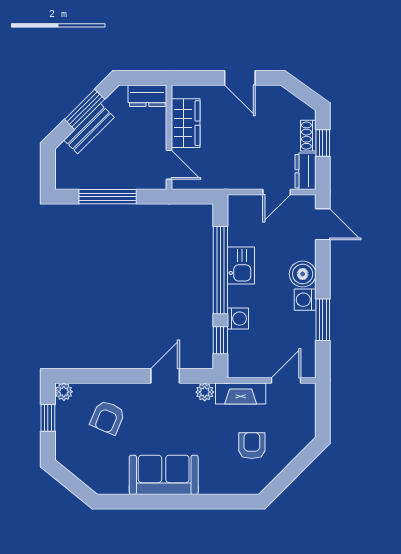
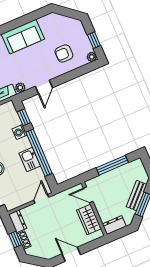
door: (277, 192) -> (41, 199), moved
armchair: (108, 417) -> (64, 54), turned -113

